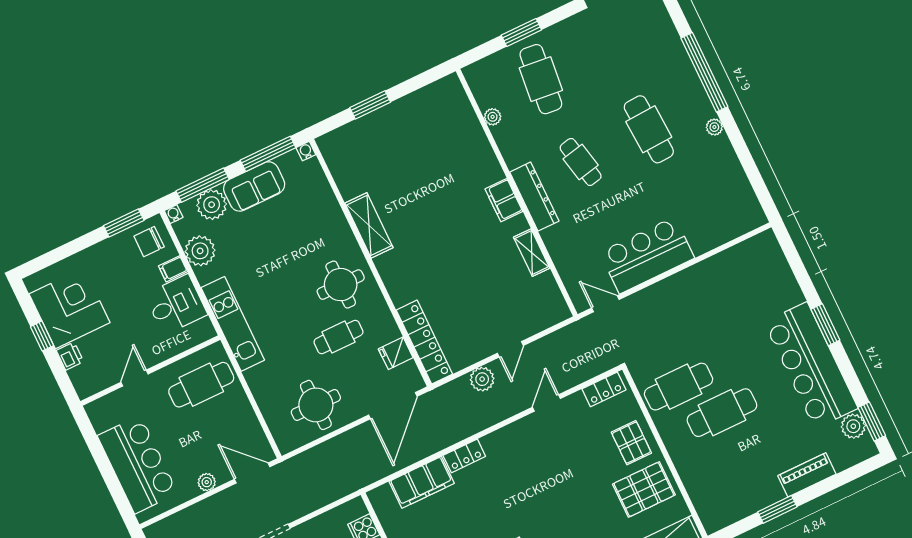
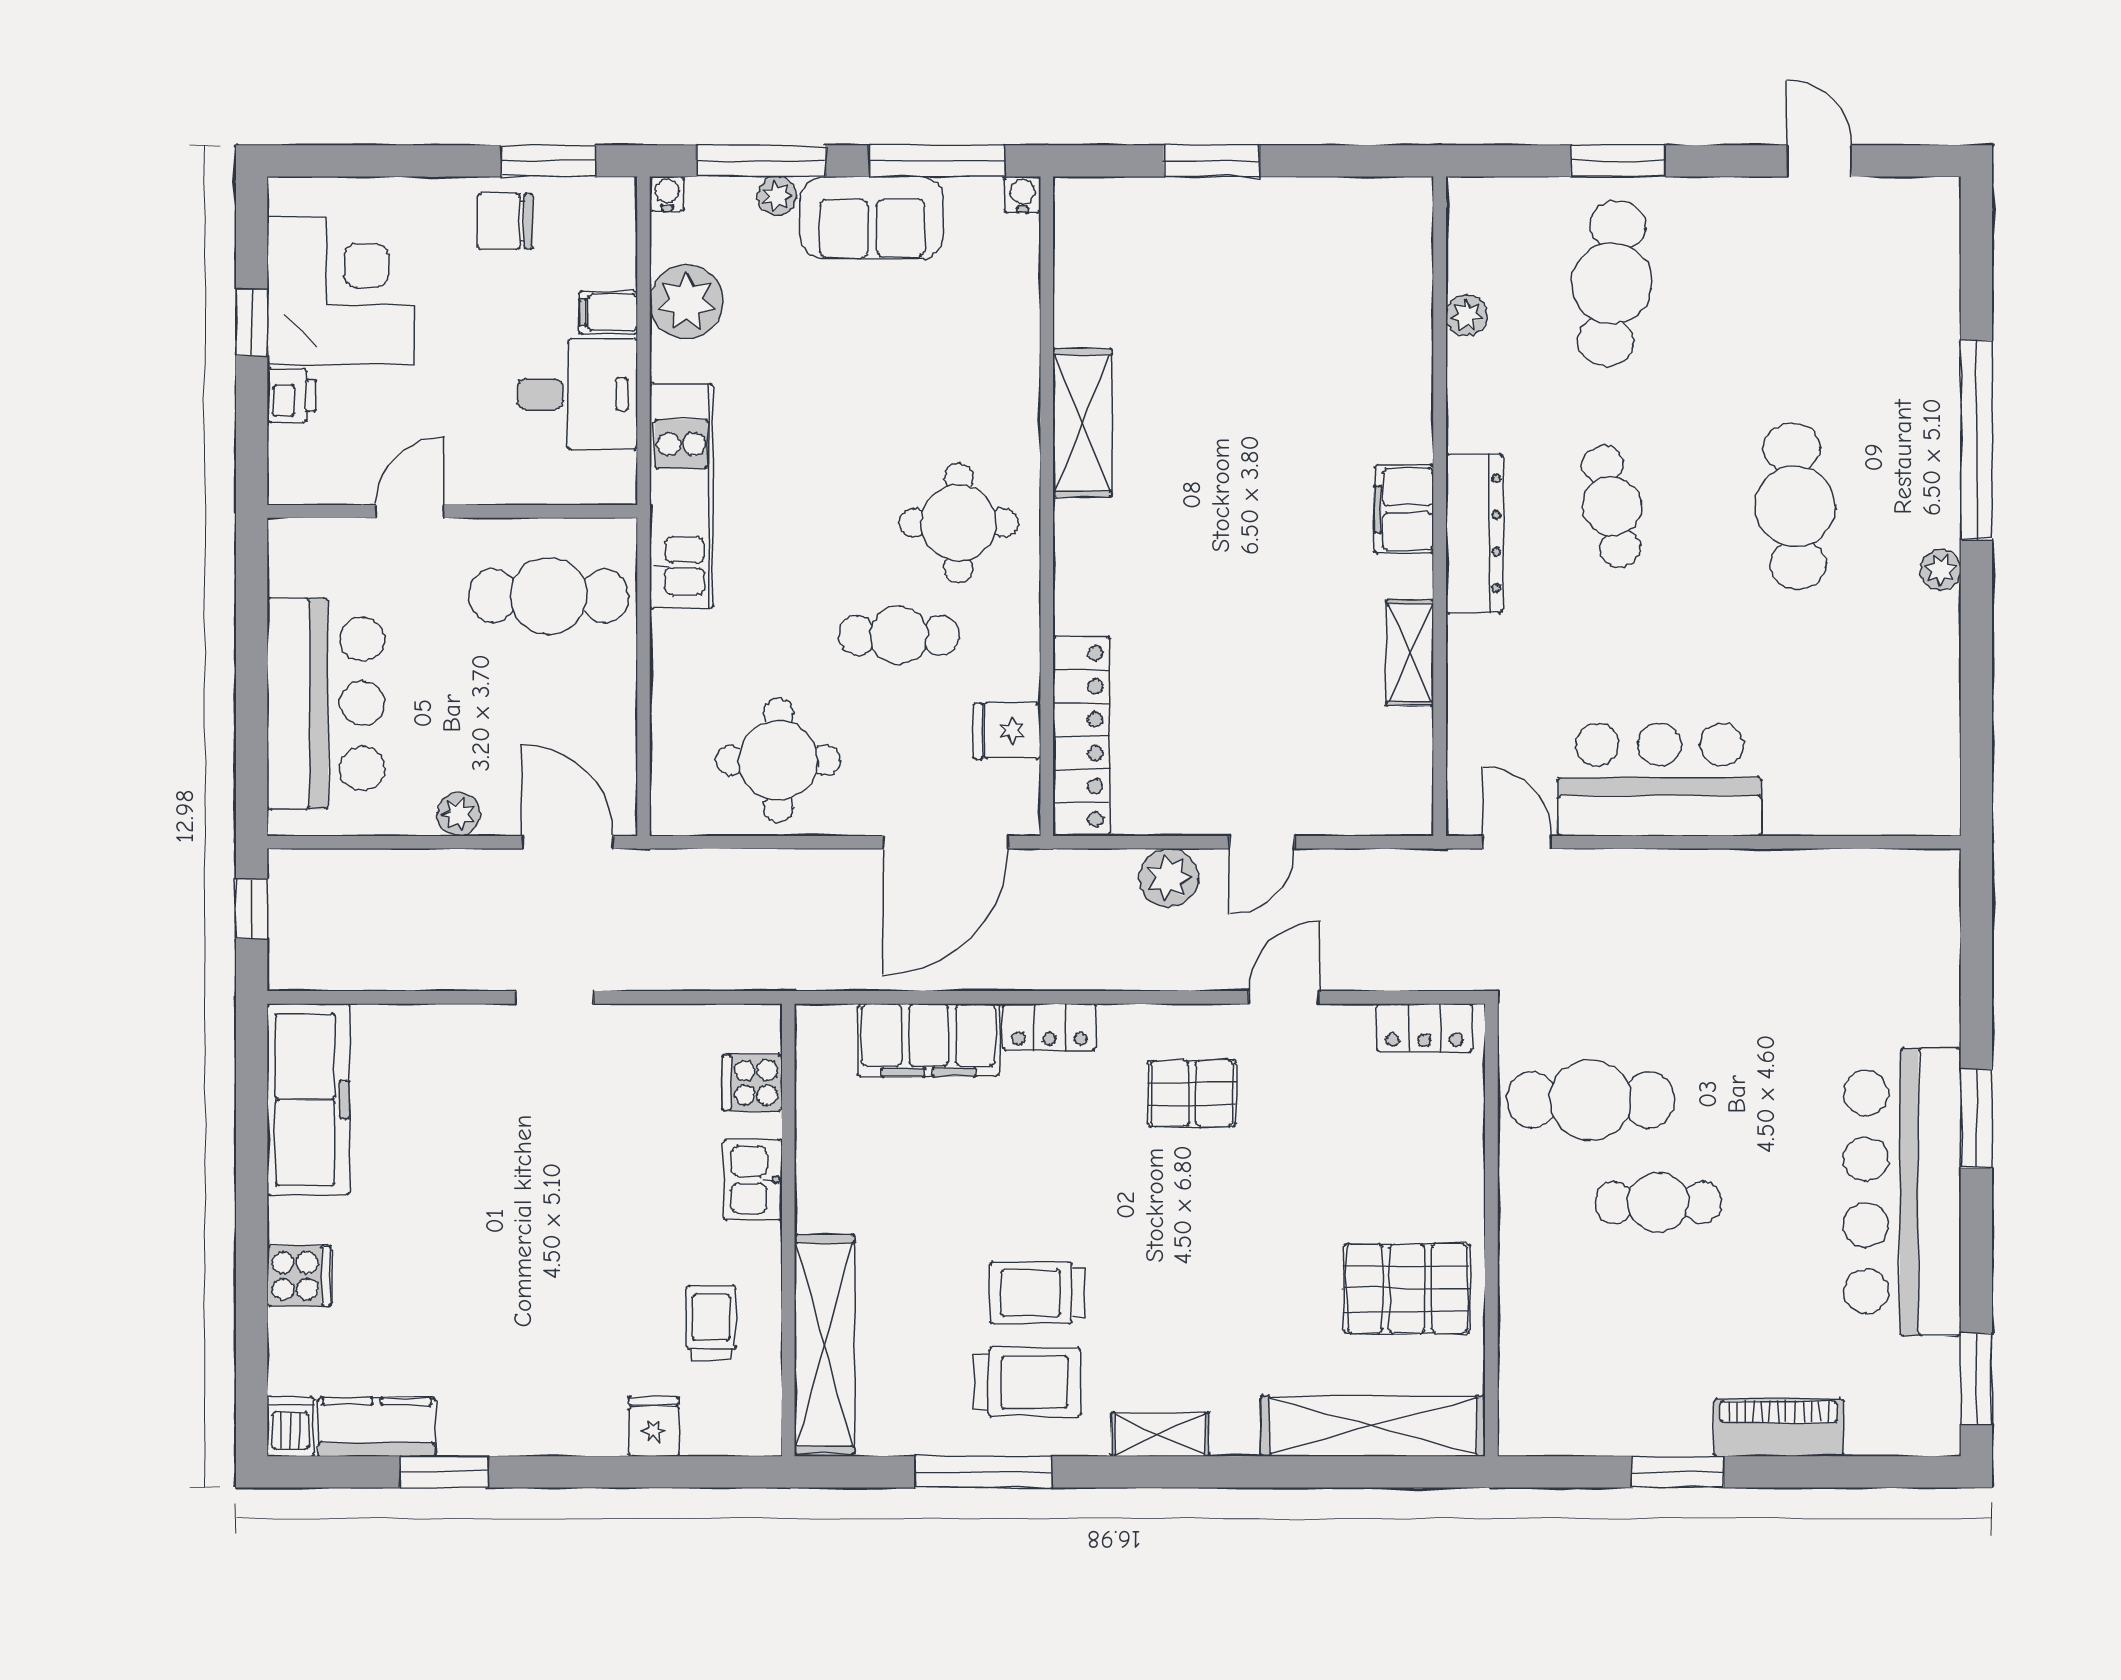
plant: (212, 205) -> (777, 196), width x0.53, depth x0.53
chair: (149, 242) -> (505, 221), moved
cafe table: (722, 413) -> (1658, 1202), width x0.73, depth x0.74
plant: (853, 426) -> (1931, 1370), removed
pallet: (631, 443) -> (1192, 1093), moved, turned 90

